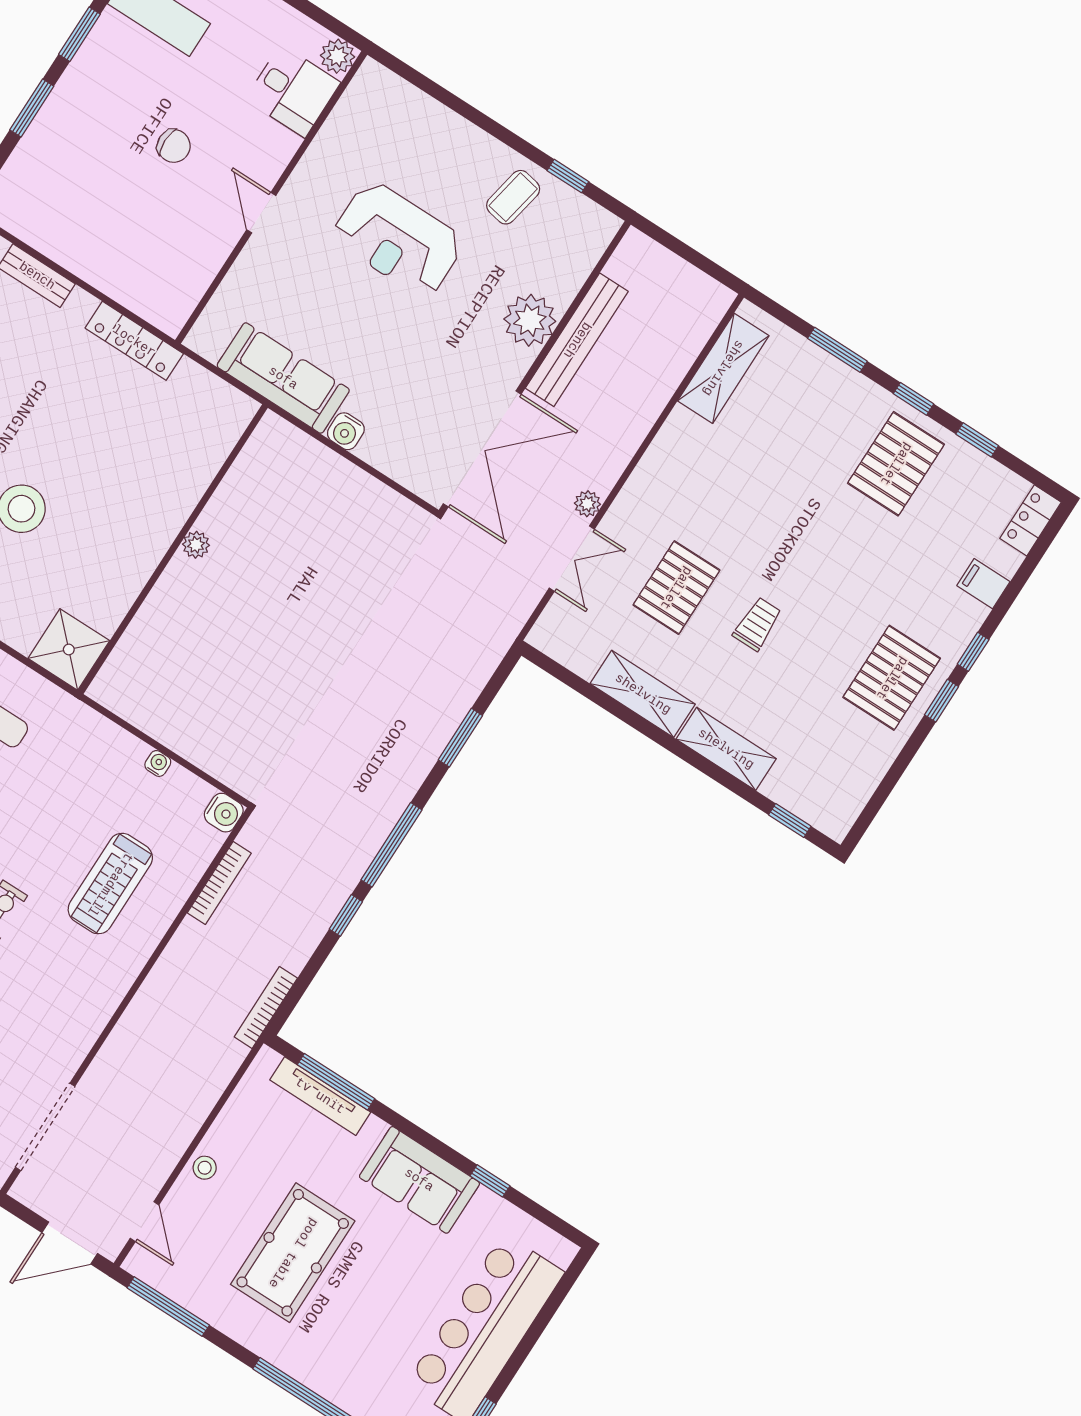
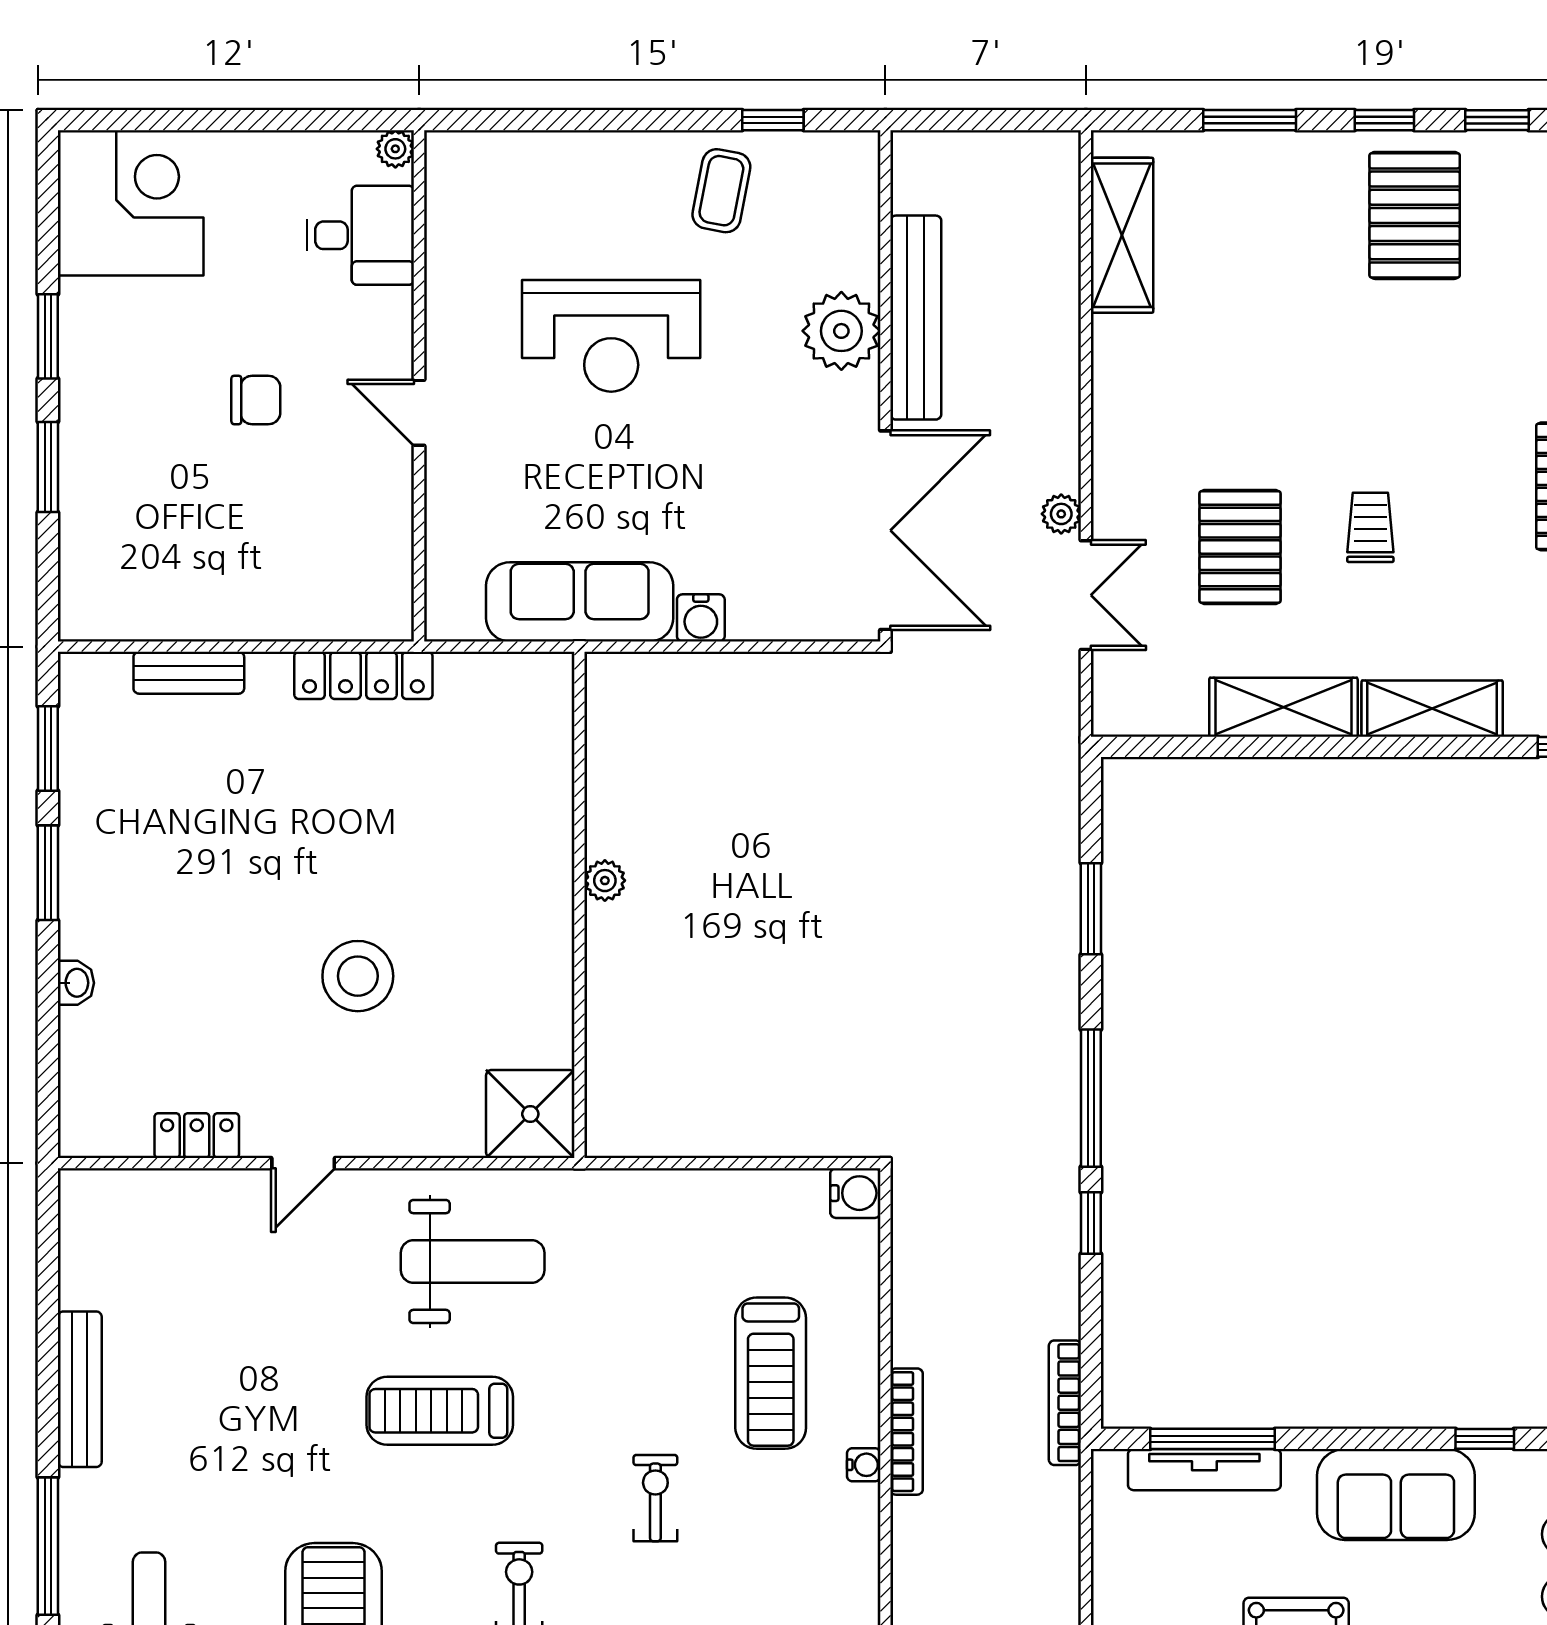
plant: (338, 56) -> (395, 149), width x0.73, depth x0.73
water cooler: (158, 763) -> (864, 1465), moved, turned 90
bookcase: (219, 883) -> (907, 1432), moved

